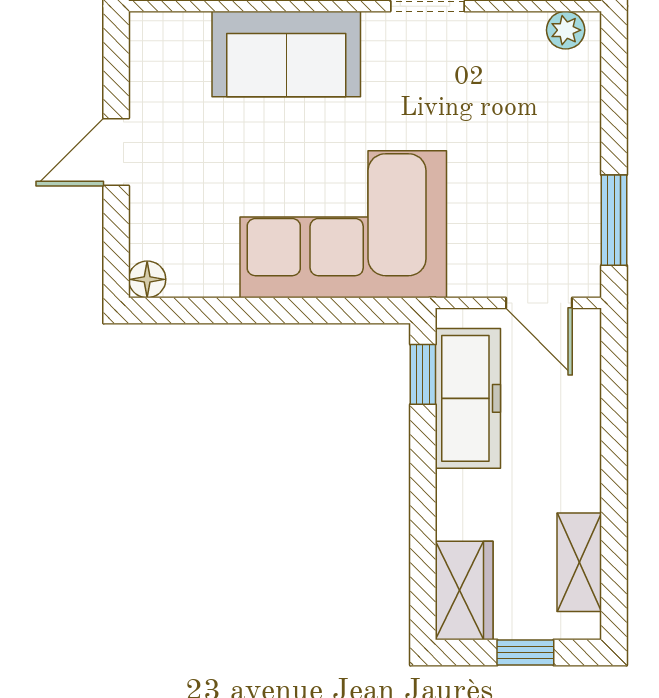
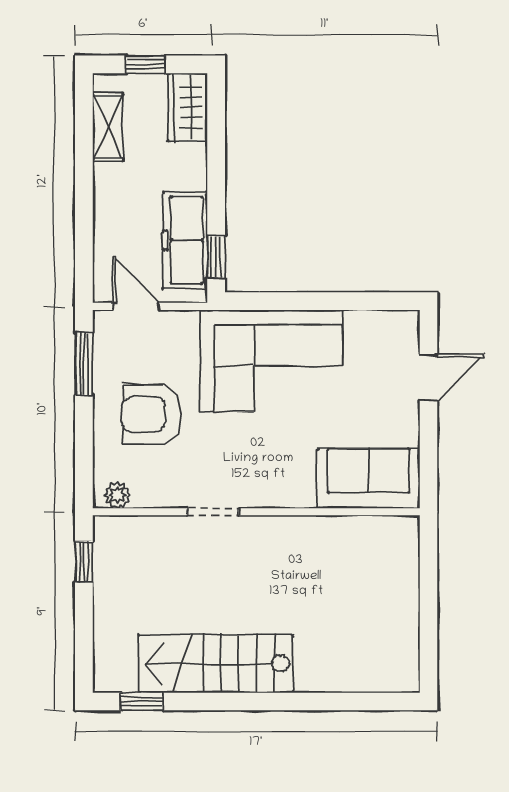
sofa: (286, 54) -> (368, 479), moved
armchair: (516, 147) -> (152, 414), added
door: (116, 152) -> (429, 377), moved
floor lamp: (147, 279) -> (407, 323), removed

